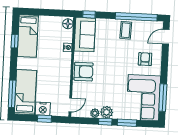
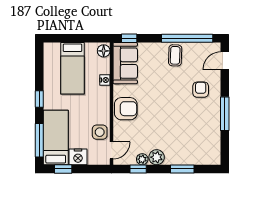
bed: (28, 36) -> (72, 68), moved
window: (15, 41) -> (39, 99), moved
side table: (61, 90) -> (100, 132), added
corner sofa: (143, 98) -> (201, 137), removed
window: (163, 98) -> (225, 114), moved
window: (44, 119) -> (63, 169), moved
window: (105, 122) -> (138, 169), moved

